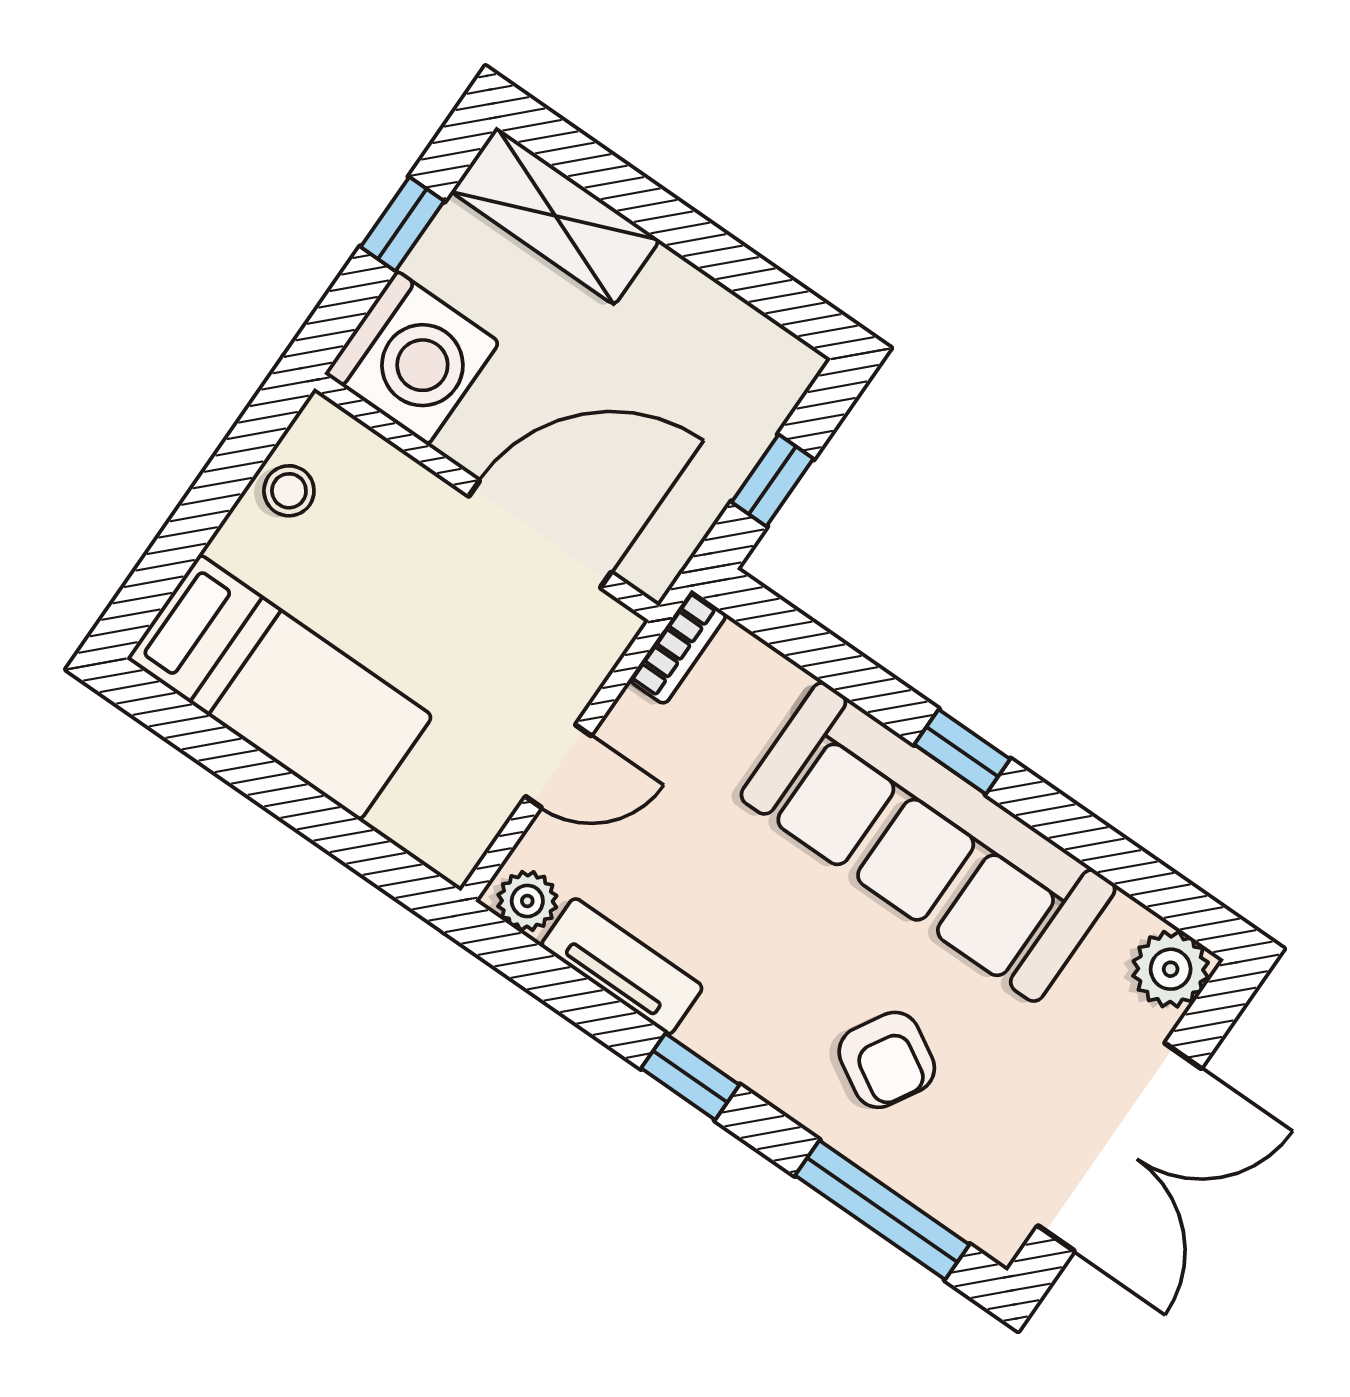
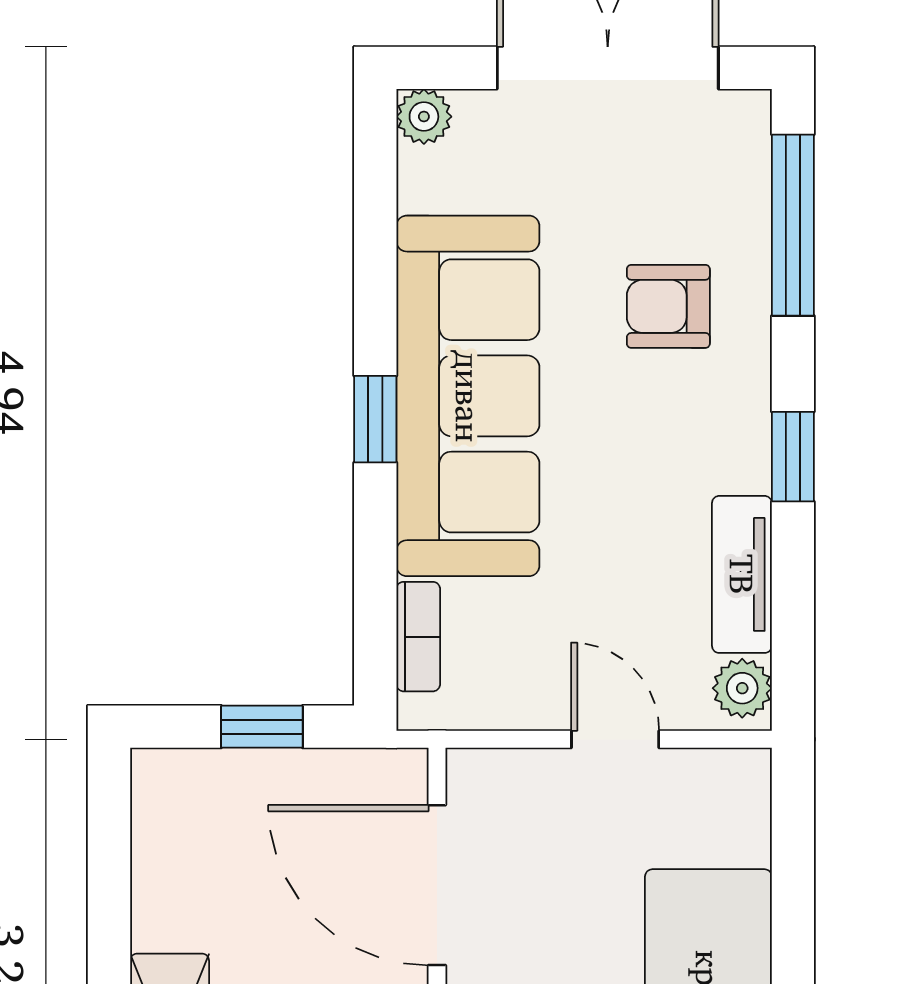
bookcase: (678, 648) -> (418, 637), moved, turned 90
plant: (1171, 969) -> (424, 117), width x0.73, depth x0.73
armchair: (887, 1060) -> (668, 306), turned -120

